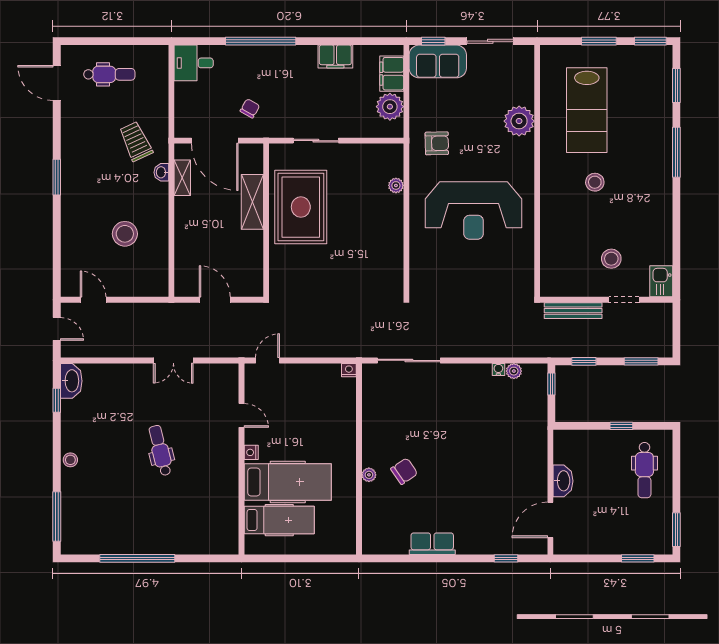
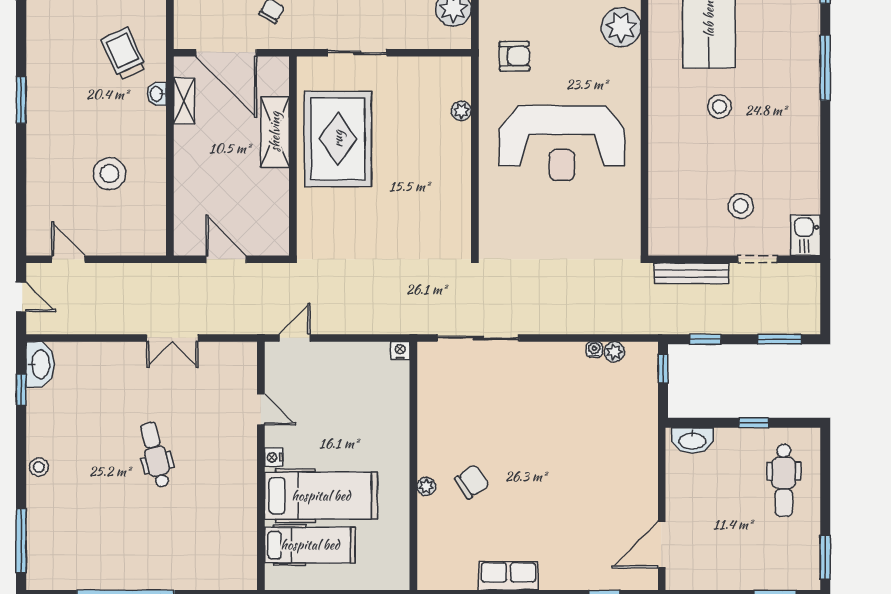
washbasin: (563, 481) -> (692, 440), moved, turned 90

